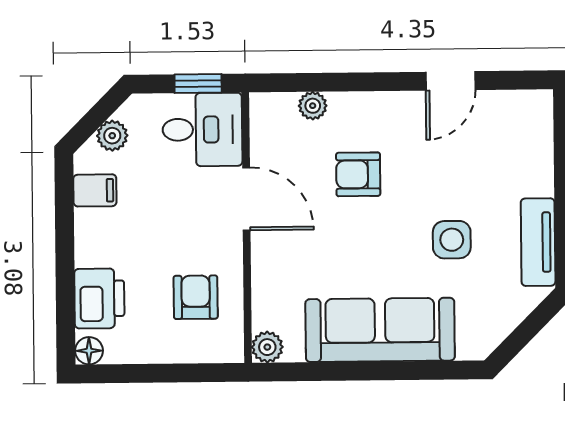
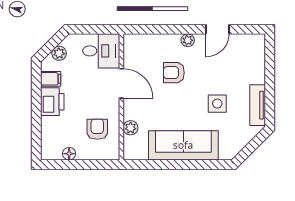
window: (198, 84) -> (99, 29), removed
plant: (313, 106) -> (188, 40), moved
printer: (99, 298) -> (52, 102), moved
plant: (267, 347) -> (131, 128), moved
floor lamp: (89, 351) -> (69, 154), moved

